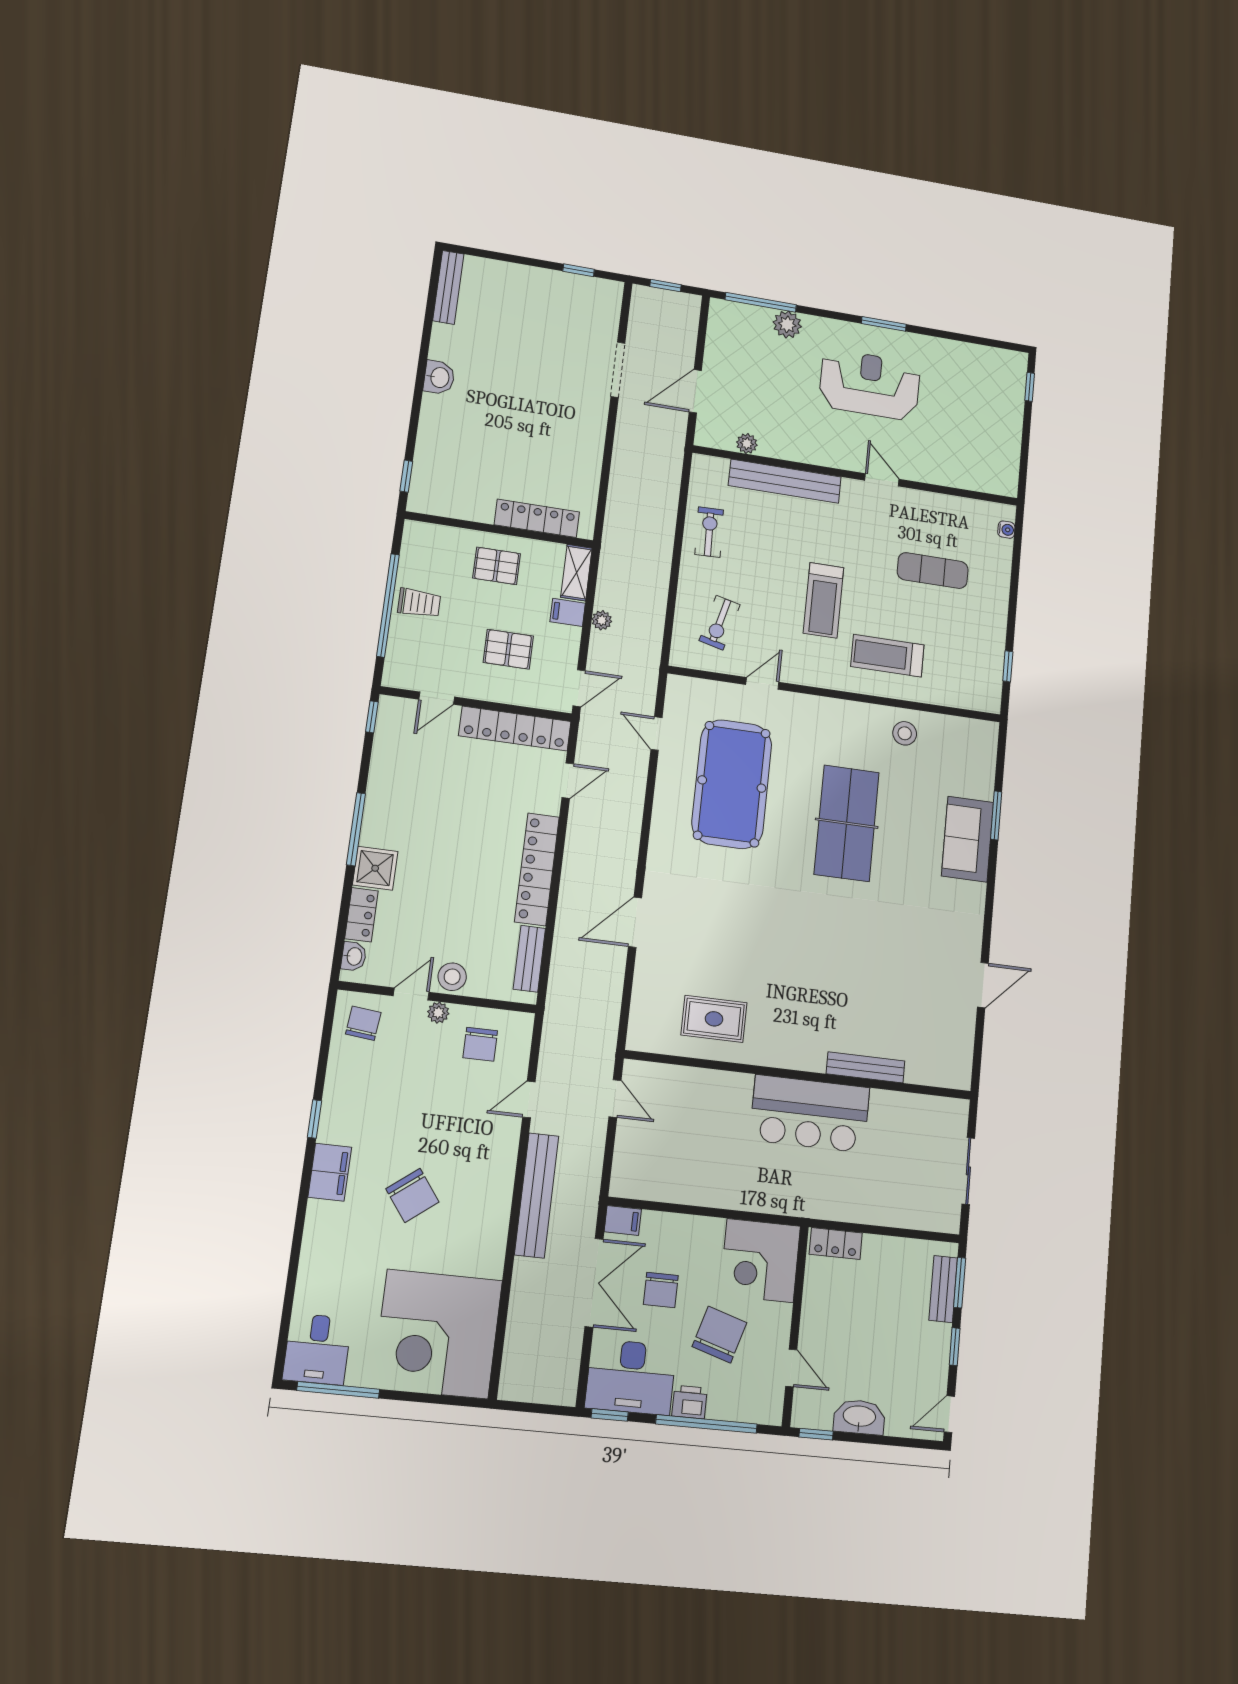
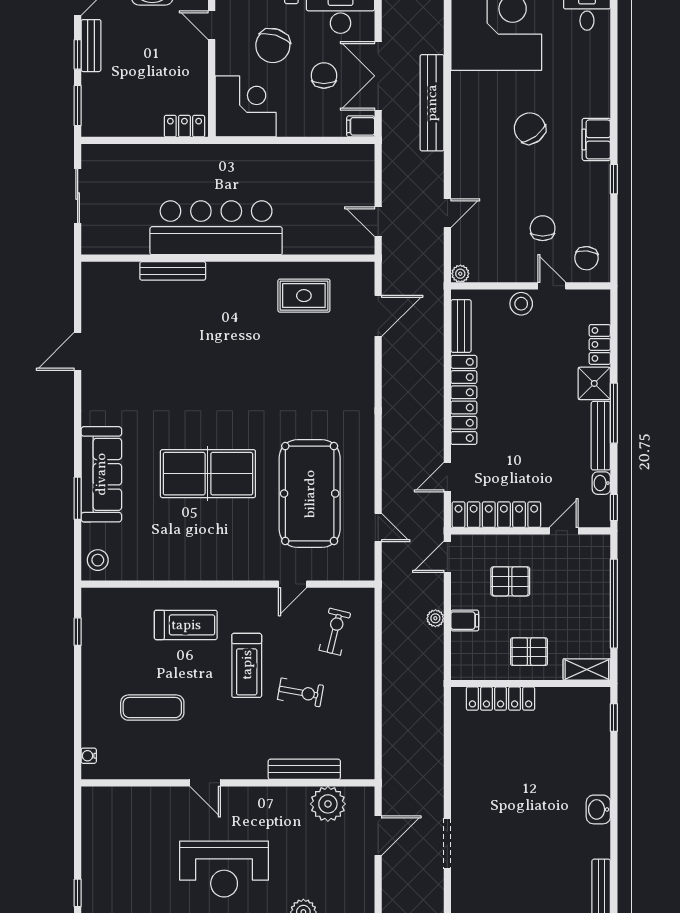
plant: (747, 444) -> (328, 804), width x1.87, depth x1.87
bench: (785, 481) -> (304, 769), width x0.73, depth x0.82
exercise bike: (709, 532) -> (301, 692), moved, turned -78
shelving: (576, 573) -> (587, 669), moved, turned 90
treadmill: (823, 600) -> (247, 665), turned 180
trolley: (419, 603) -> (589, 610), removed
stool: (905, 733) -> (98, 560), moved
bench: (376, 804) -> (601, 436), added
table tennis table: (847, 823) -> (208, 474), turned 90
sofa: (967, 839) -> (101, 474), width x1.36
door: (635, 922) -> (378, 316), moved
washbasin: (354, 956) -> (601, 483), moved
door: (411, 994) -> (552, 286), swing flipped
plant: (438, 1013) -> (460, 274), moved
chair: (480, 1044) -> (543, 228), moved
bar counter: (810, 1114) -> (216, 228), width x1.36
bench: (537, 1195) -> (432, 103), moved
bench: (943, 1289) -> (91, 46), moved

